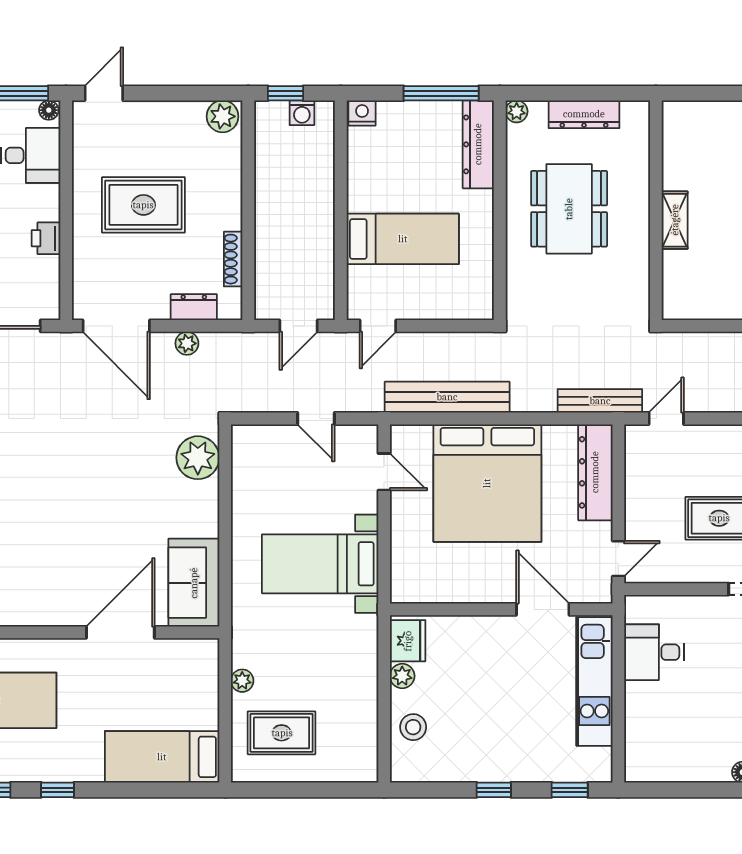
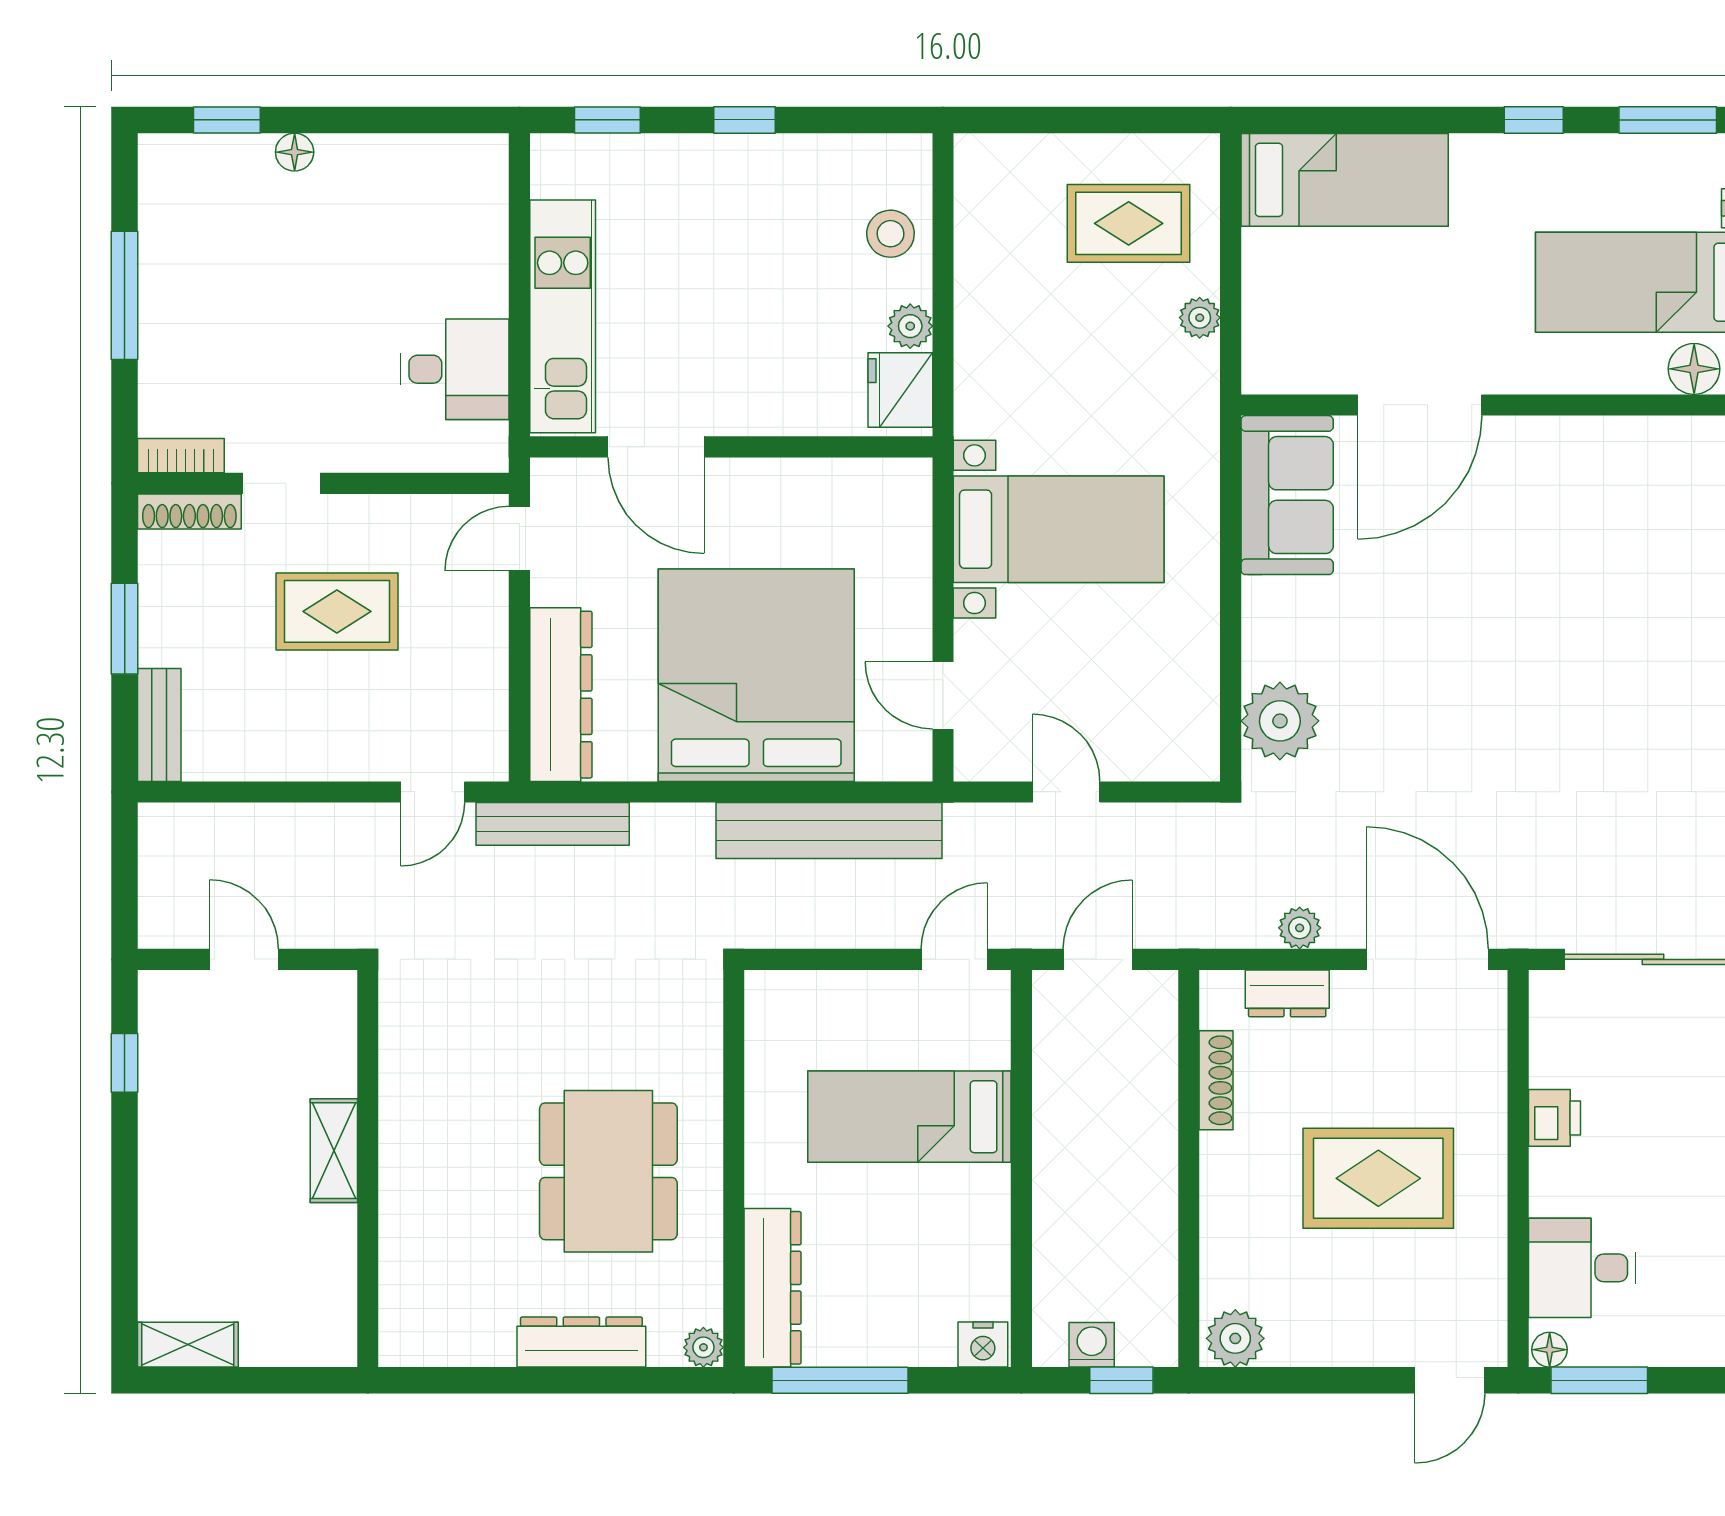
wall: (656, 210) -> (368, 1168), moved
shelving: (675, 220) -> (334, 1151), moved

